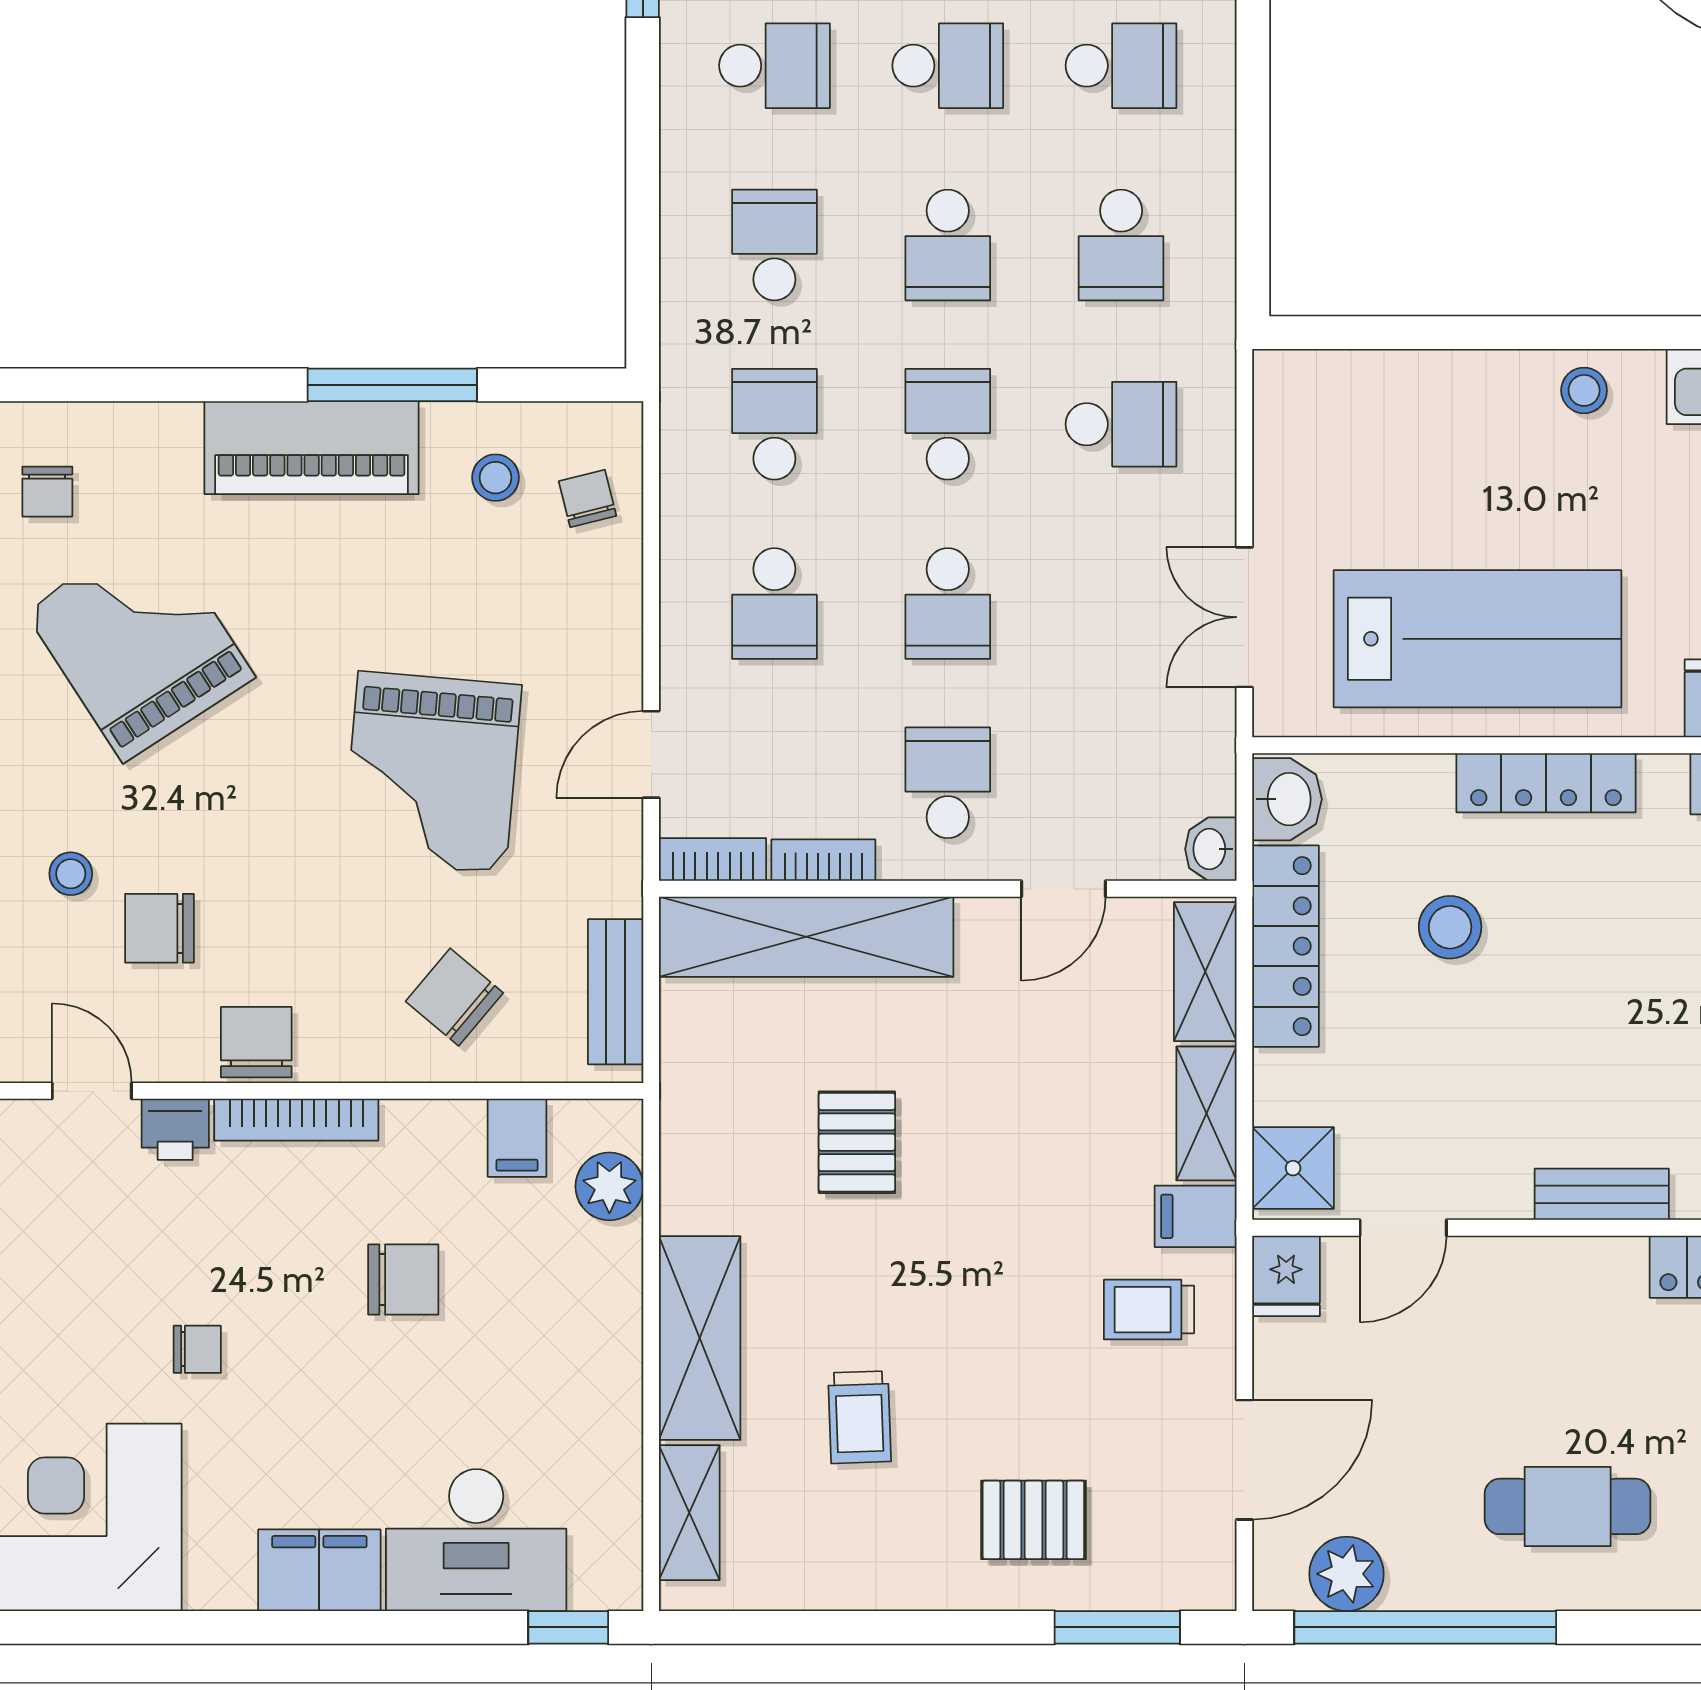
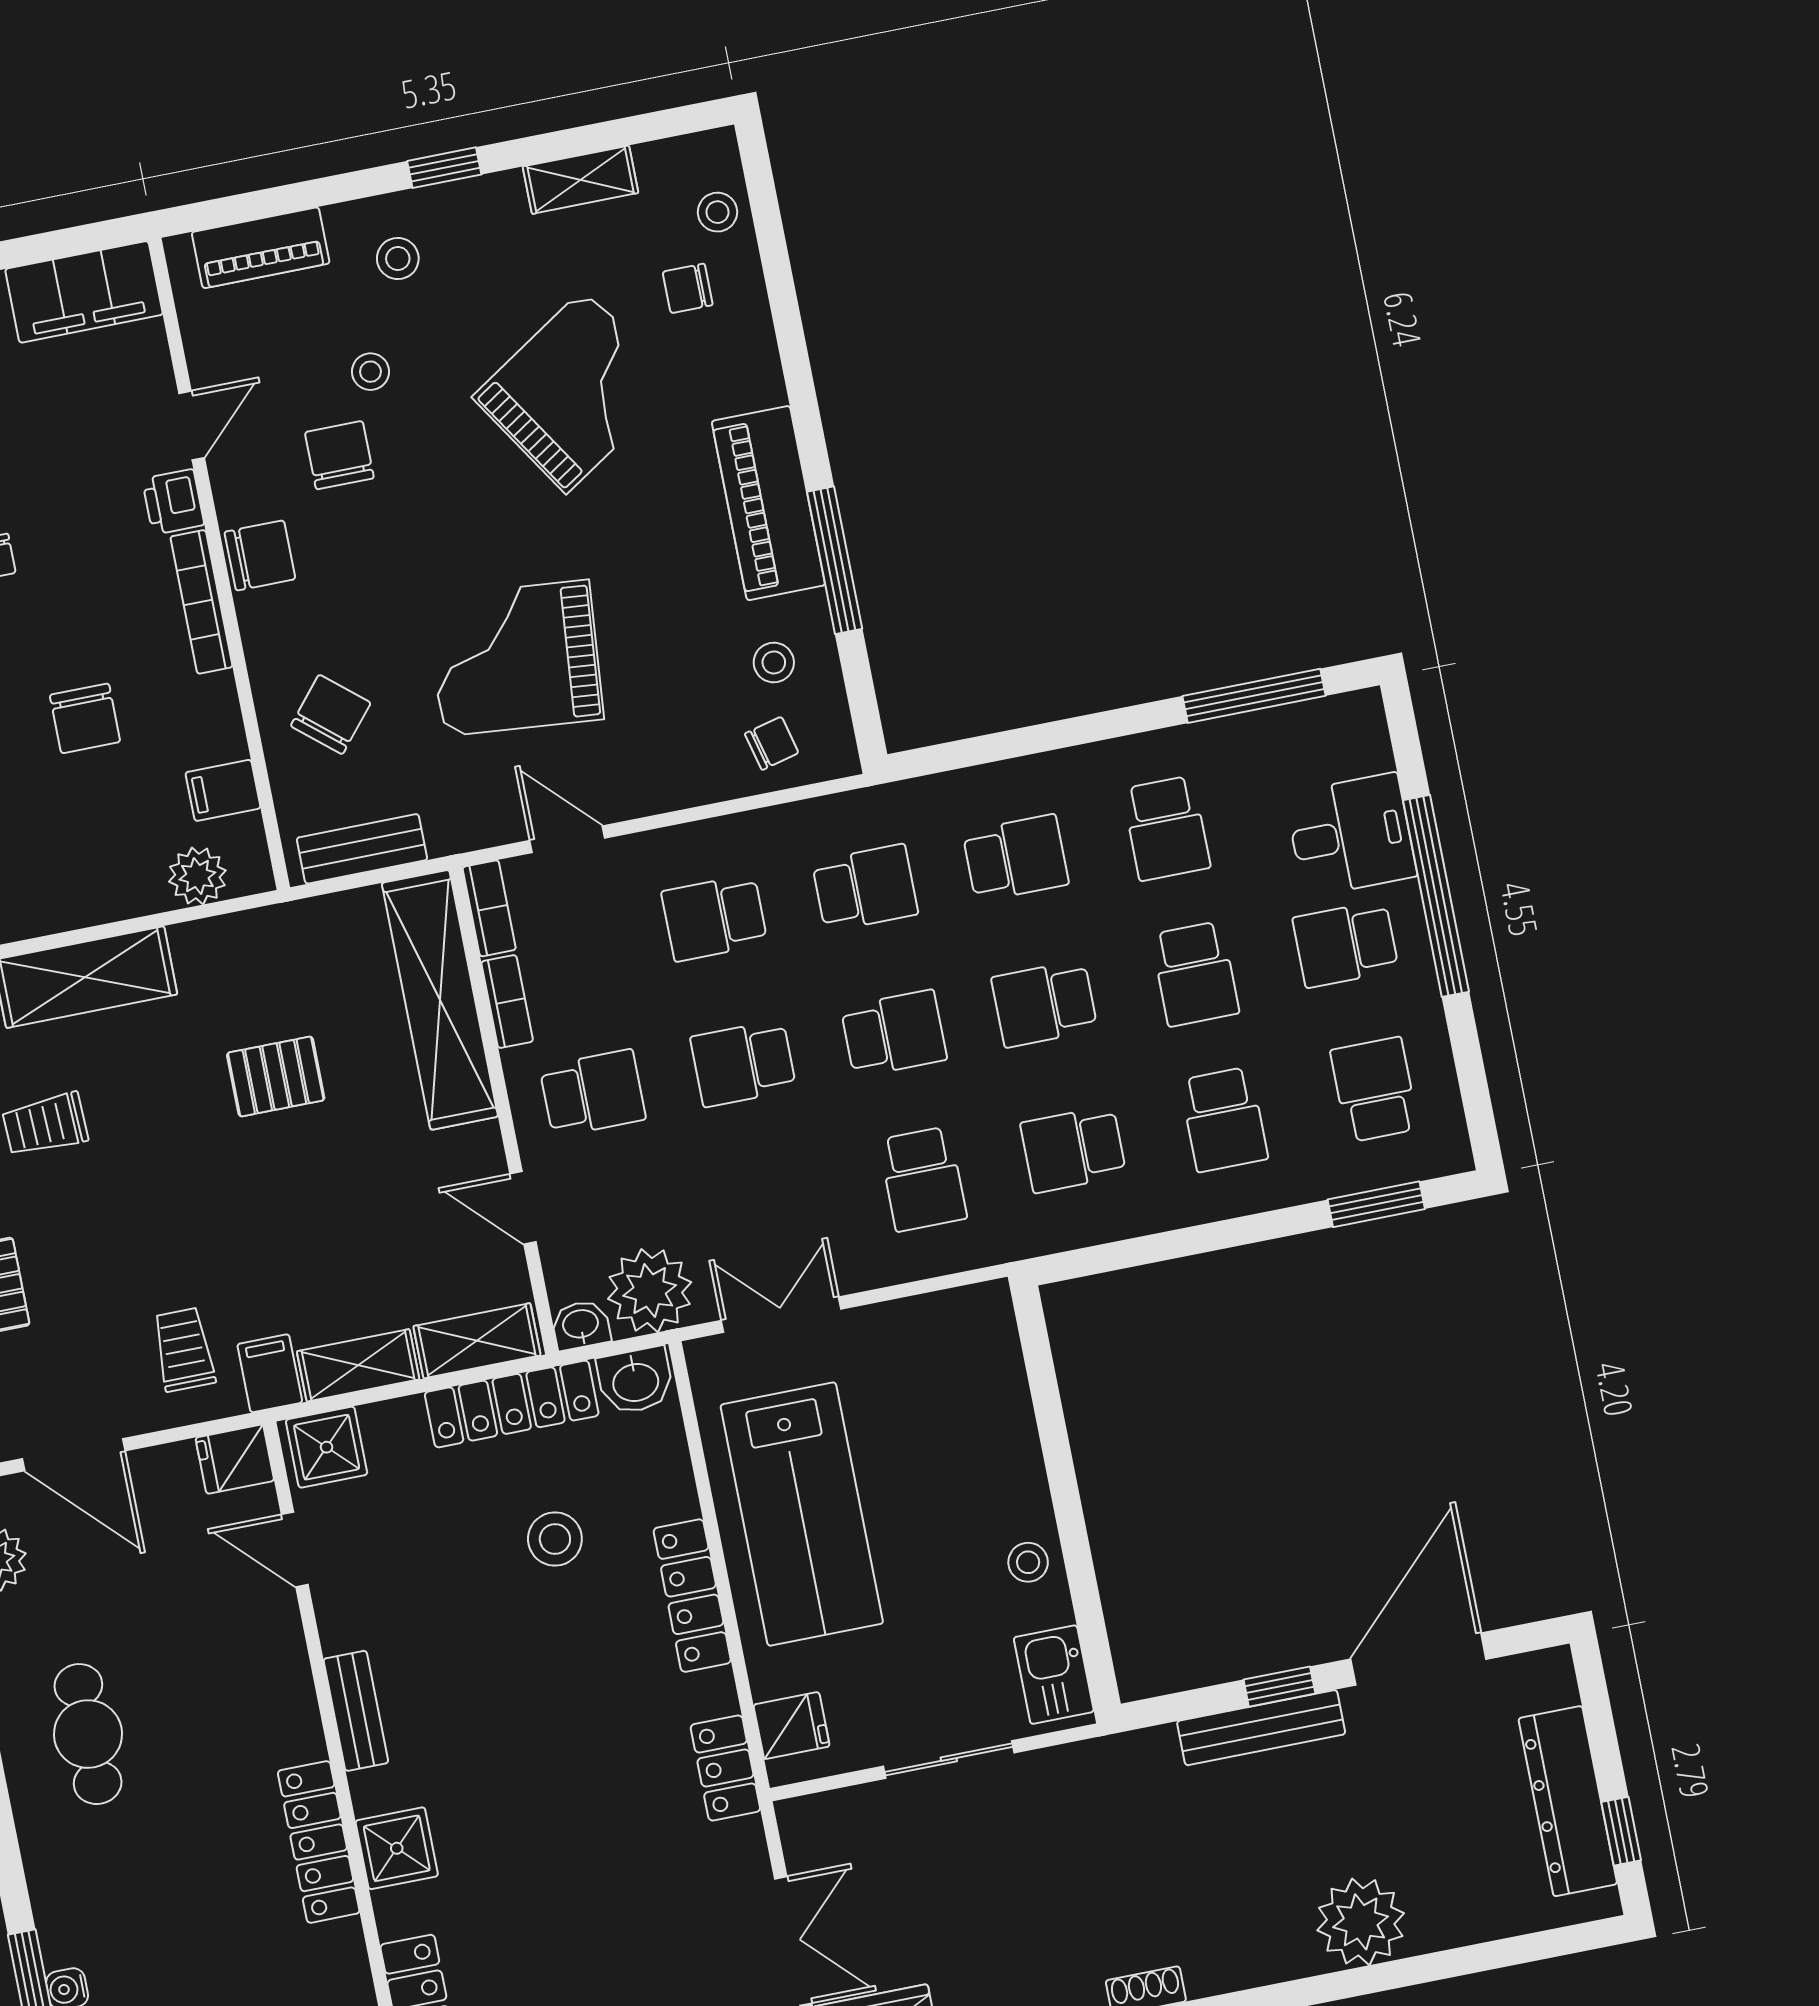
plant: (1187, 762) -> (650, 1291), added

